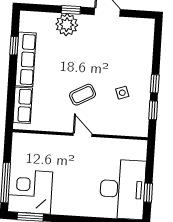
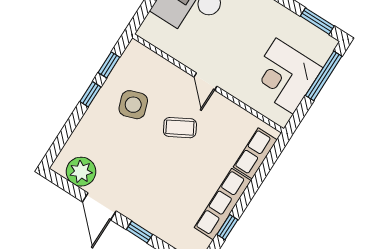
plant: (67, 25) -> (81, 172), moved
side table: (122, 93) -> (133, 105), width x1.87, depth x1.87
corner desk: (30, 192) -> (285, 76), moved, turned 90

